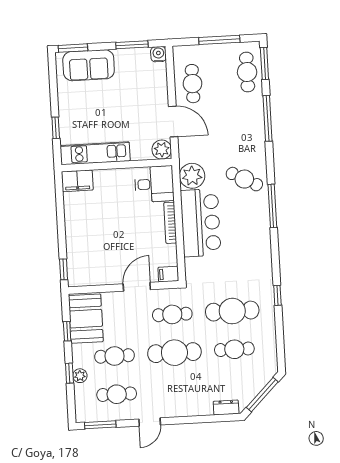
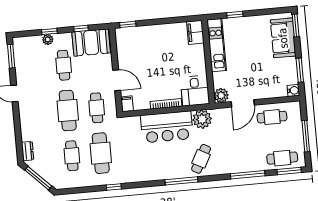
cafe table: (117, 394) -> (35, 68), removed

